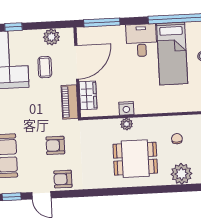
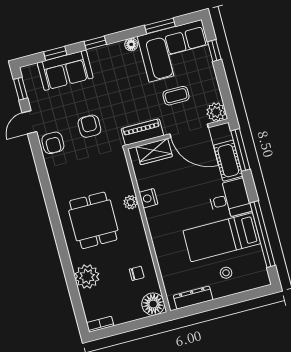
cot: (109, 35) -> (228, 161), added
plant: (51, 37) -> (216, 112), moved
chair: (177, 139) -> (137, 273), moved
armchair: (63, 179) -> (53, 143), turned 180

